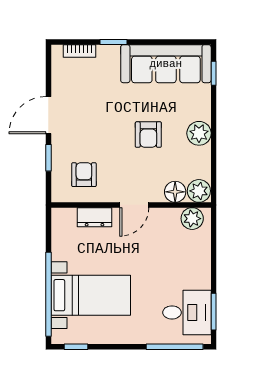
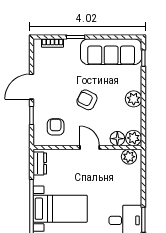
armchair: (148, 135) -> (87, 100), moved, turned 116
door: (134, 205) -> (90, 147), swing flipped
dresser: (94, 217) -> (40, 164), moved, turned -90

